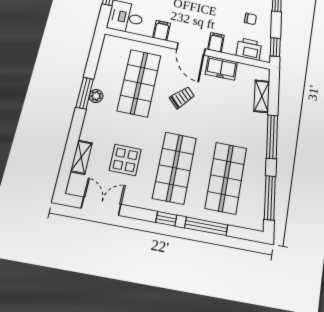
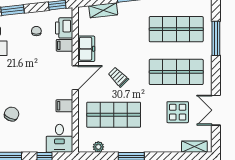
filing cabinet: (216, 42) -> (64, 45), moved
plant: (96, 96) -> (98, 147), moved
shelving: (81, 157) -> (194, 147), moved
double door: (101, 206) -> (216, 110), moved
window: (166, 219) -> (216, 71), removed

